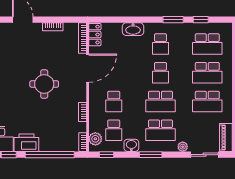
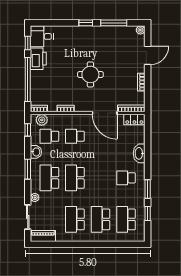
school desk: (160, 73) -> (100, 178), removed

